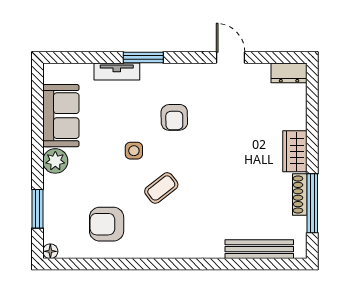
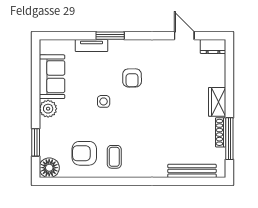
door: (231, 57) -> (184, 36), moved
coffee table: (161, 188) -> (114, 157), moved, turned -52
floor lamp: (50, 251) -> (49, 168), width x1.89, depth x1.89

